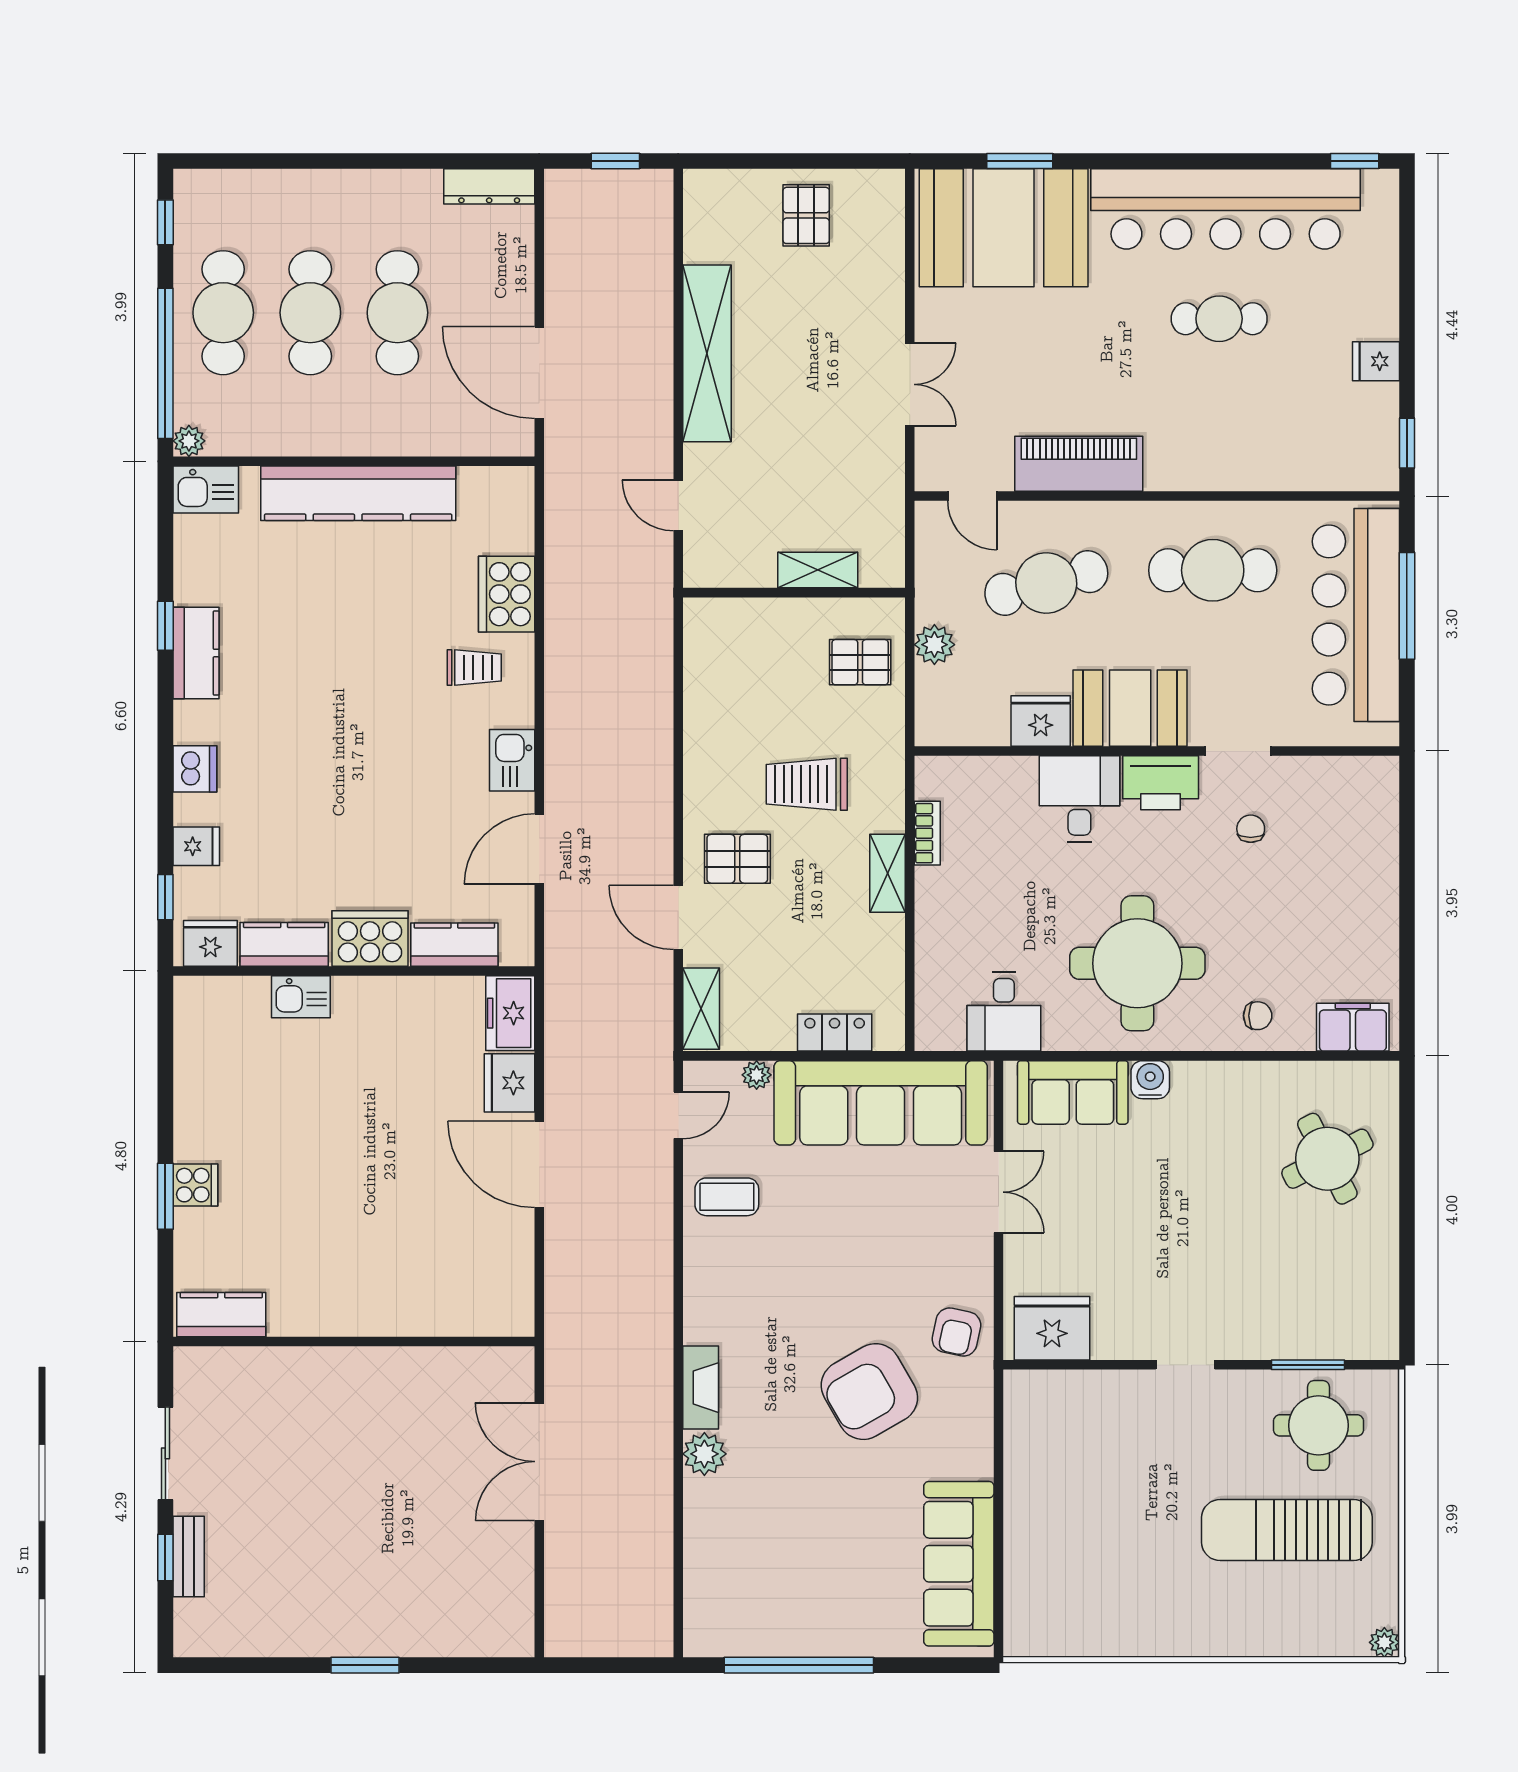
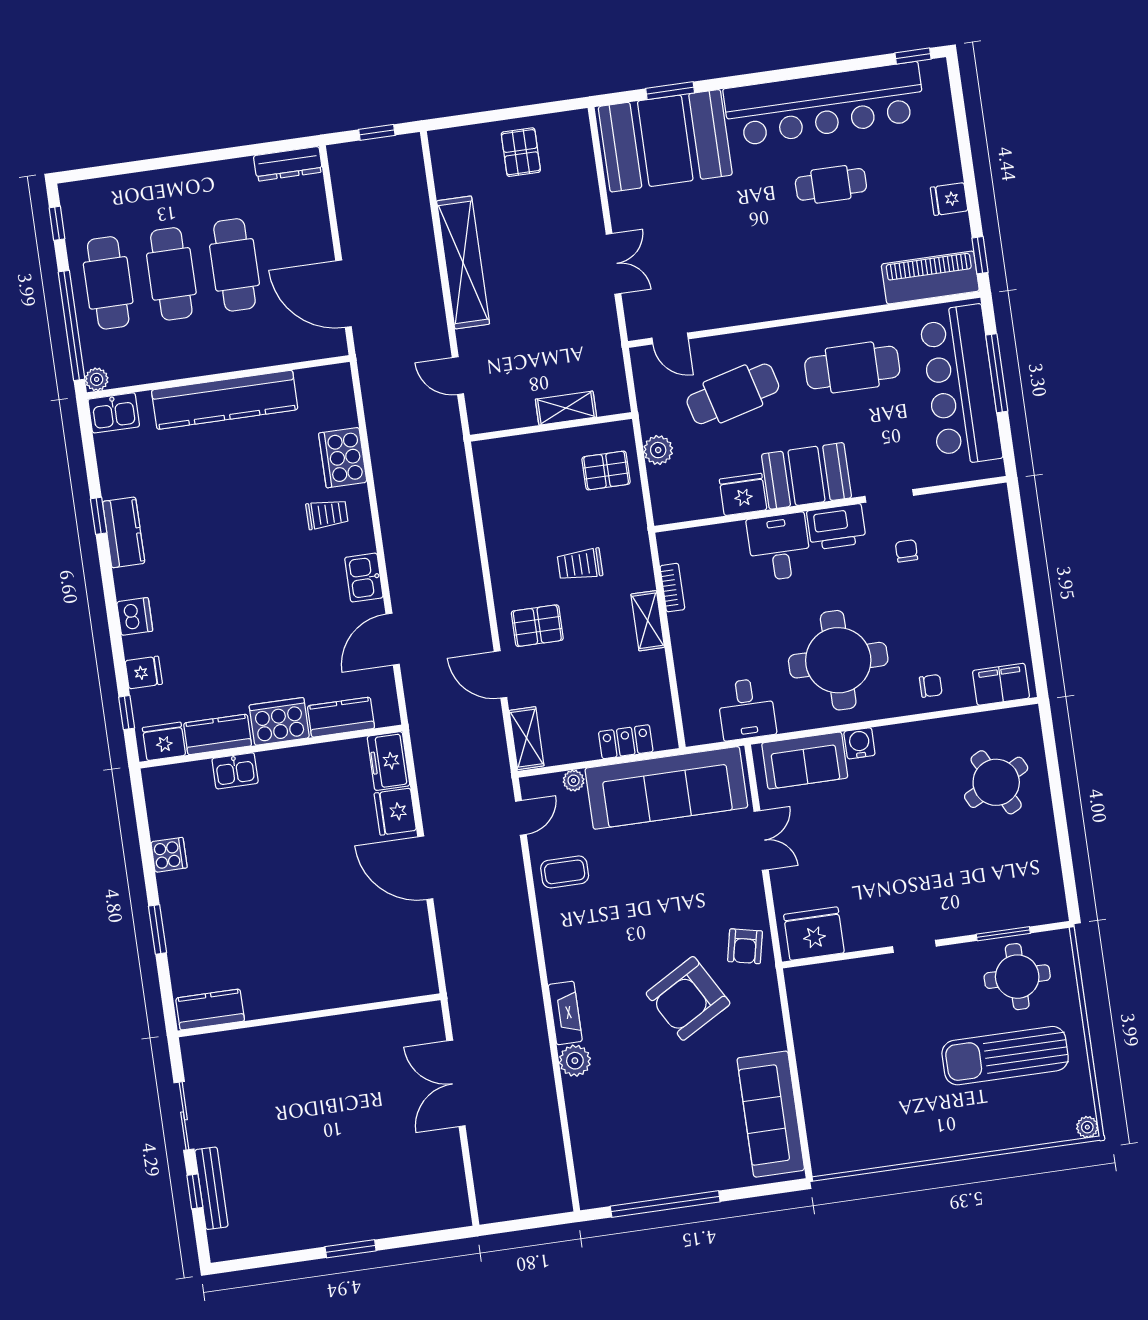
piano: (1079, 464) -> (930, 278), moved
trolley: (807, 784) -> (580, 565), width x0.73, depth x0.72
cooker: (195, 1185) -> (169, 855), moved
bench: (189, 1556) -> (211, 1188), width x1.36

